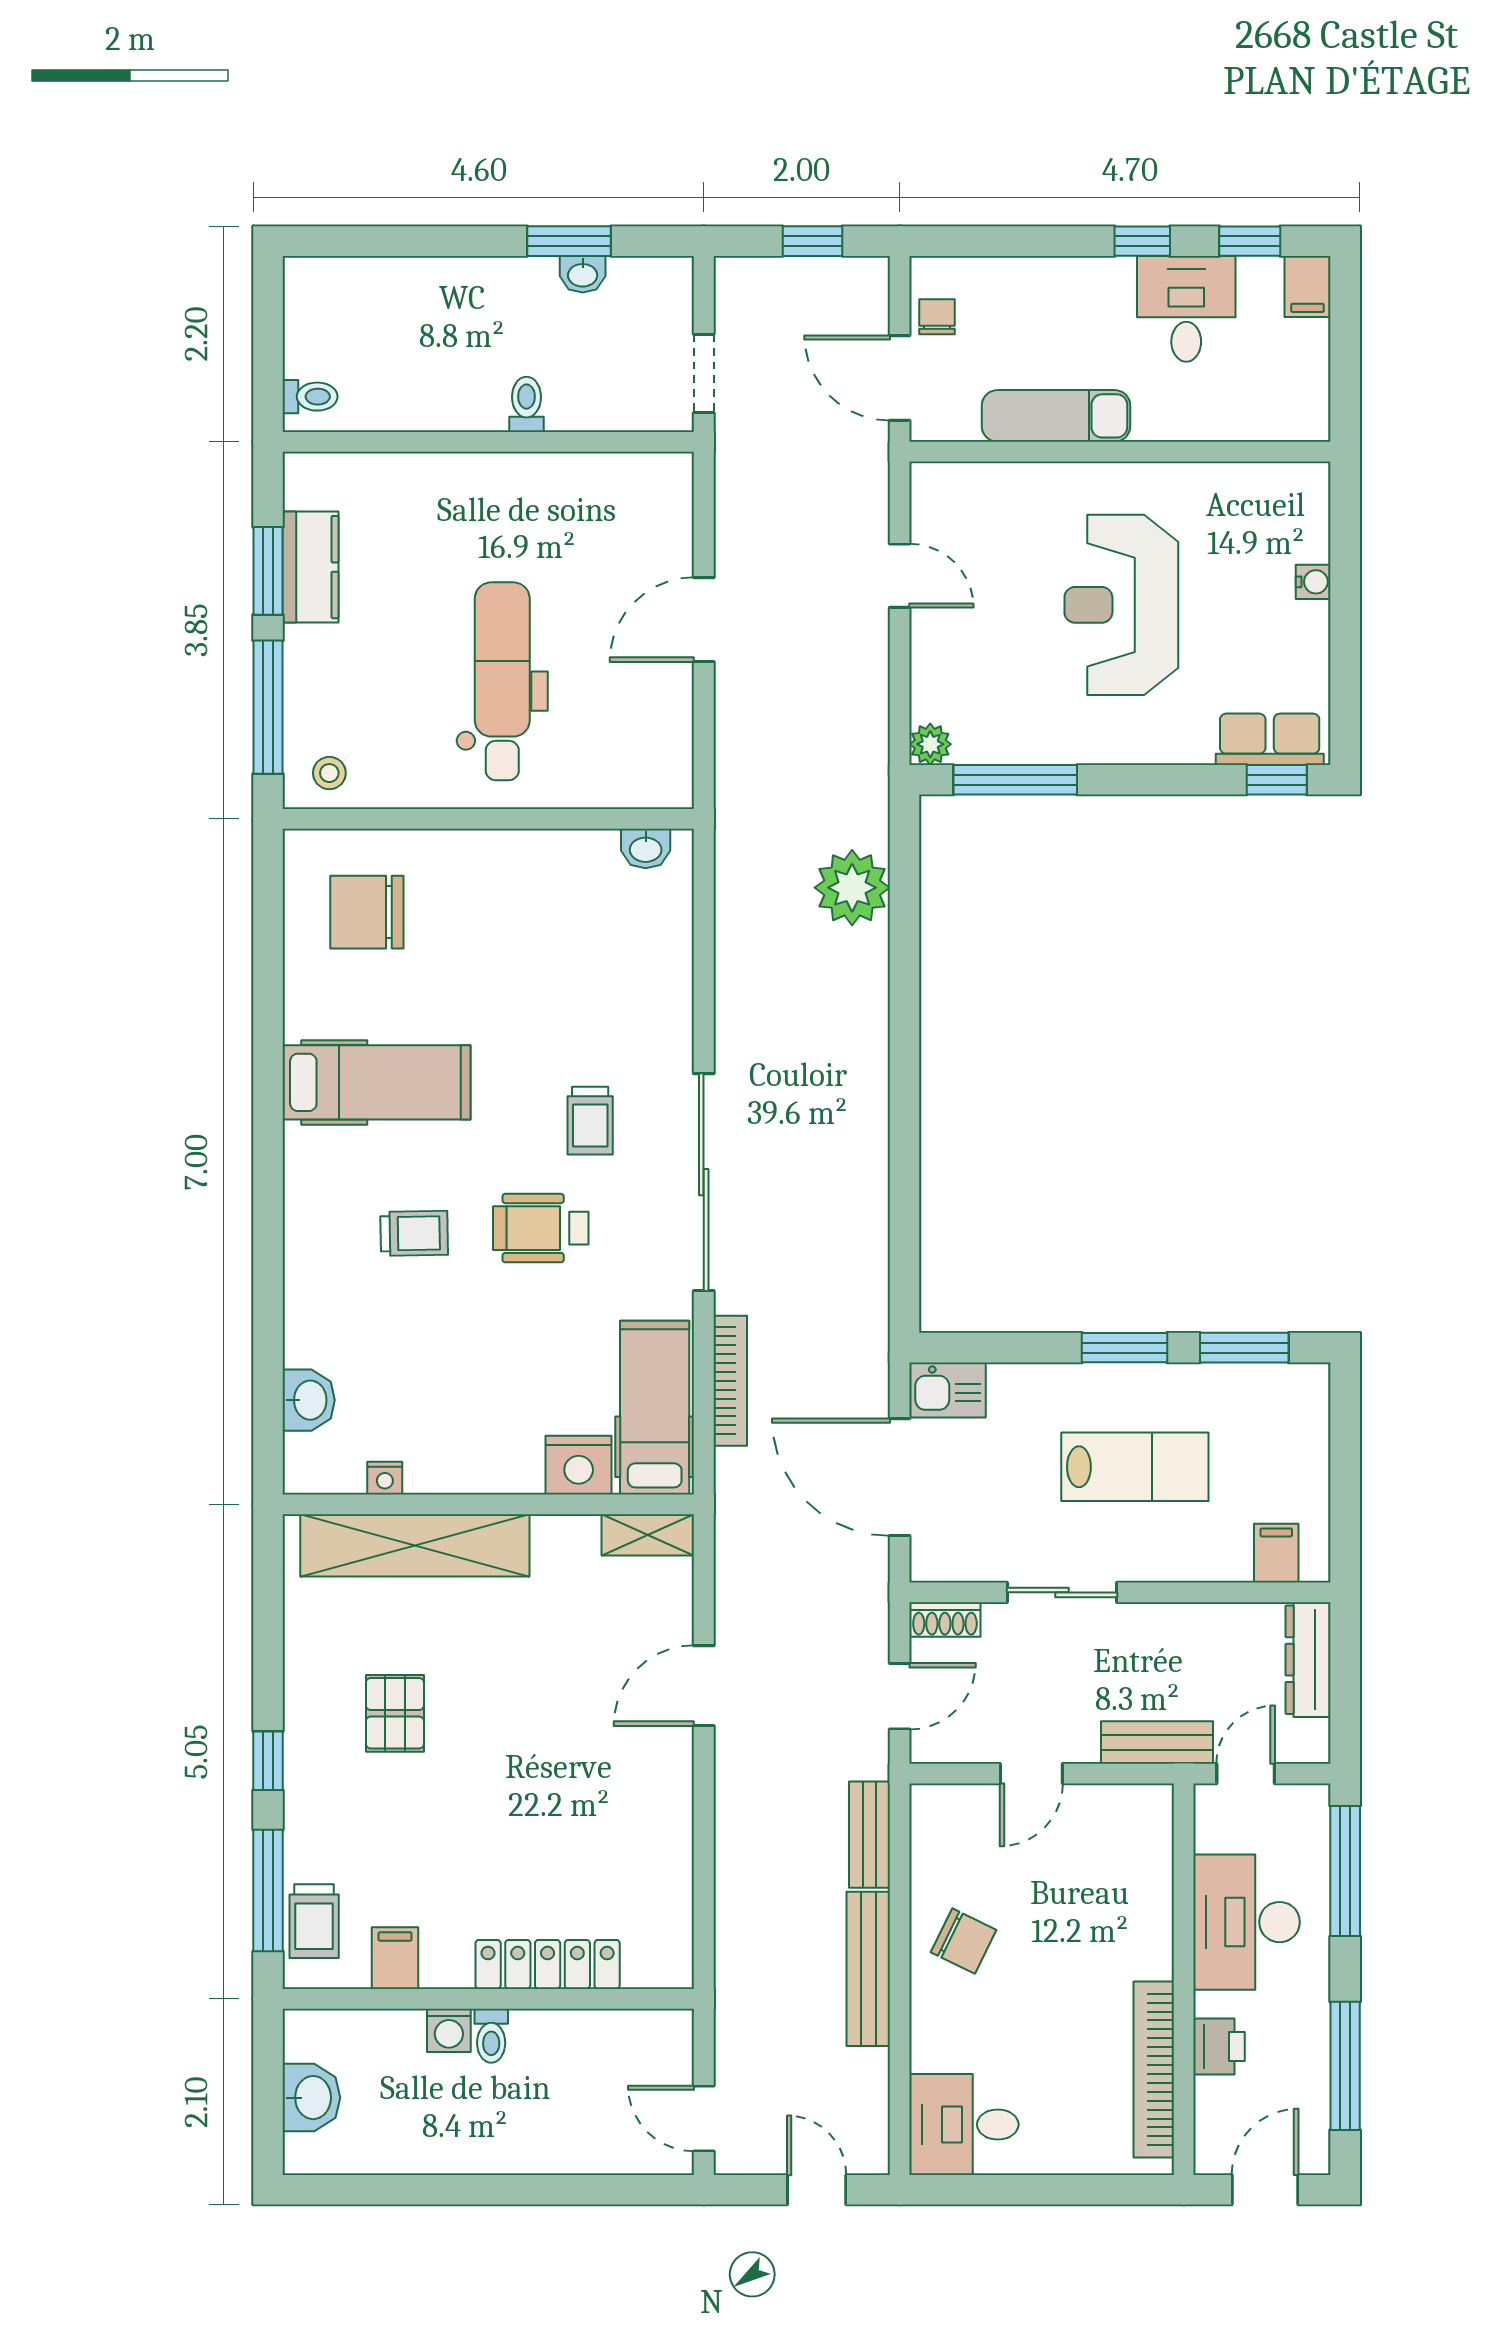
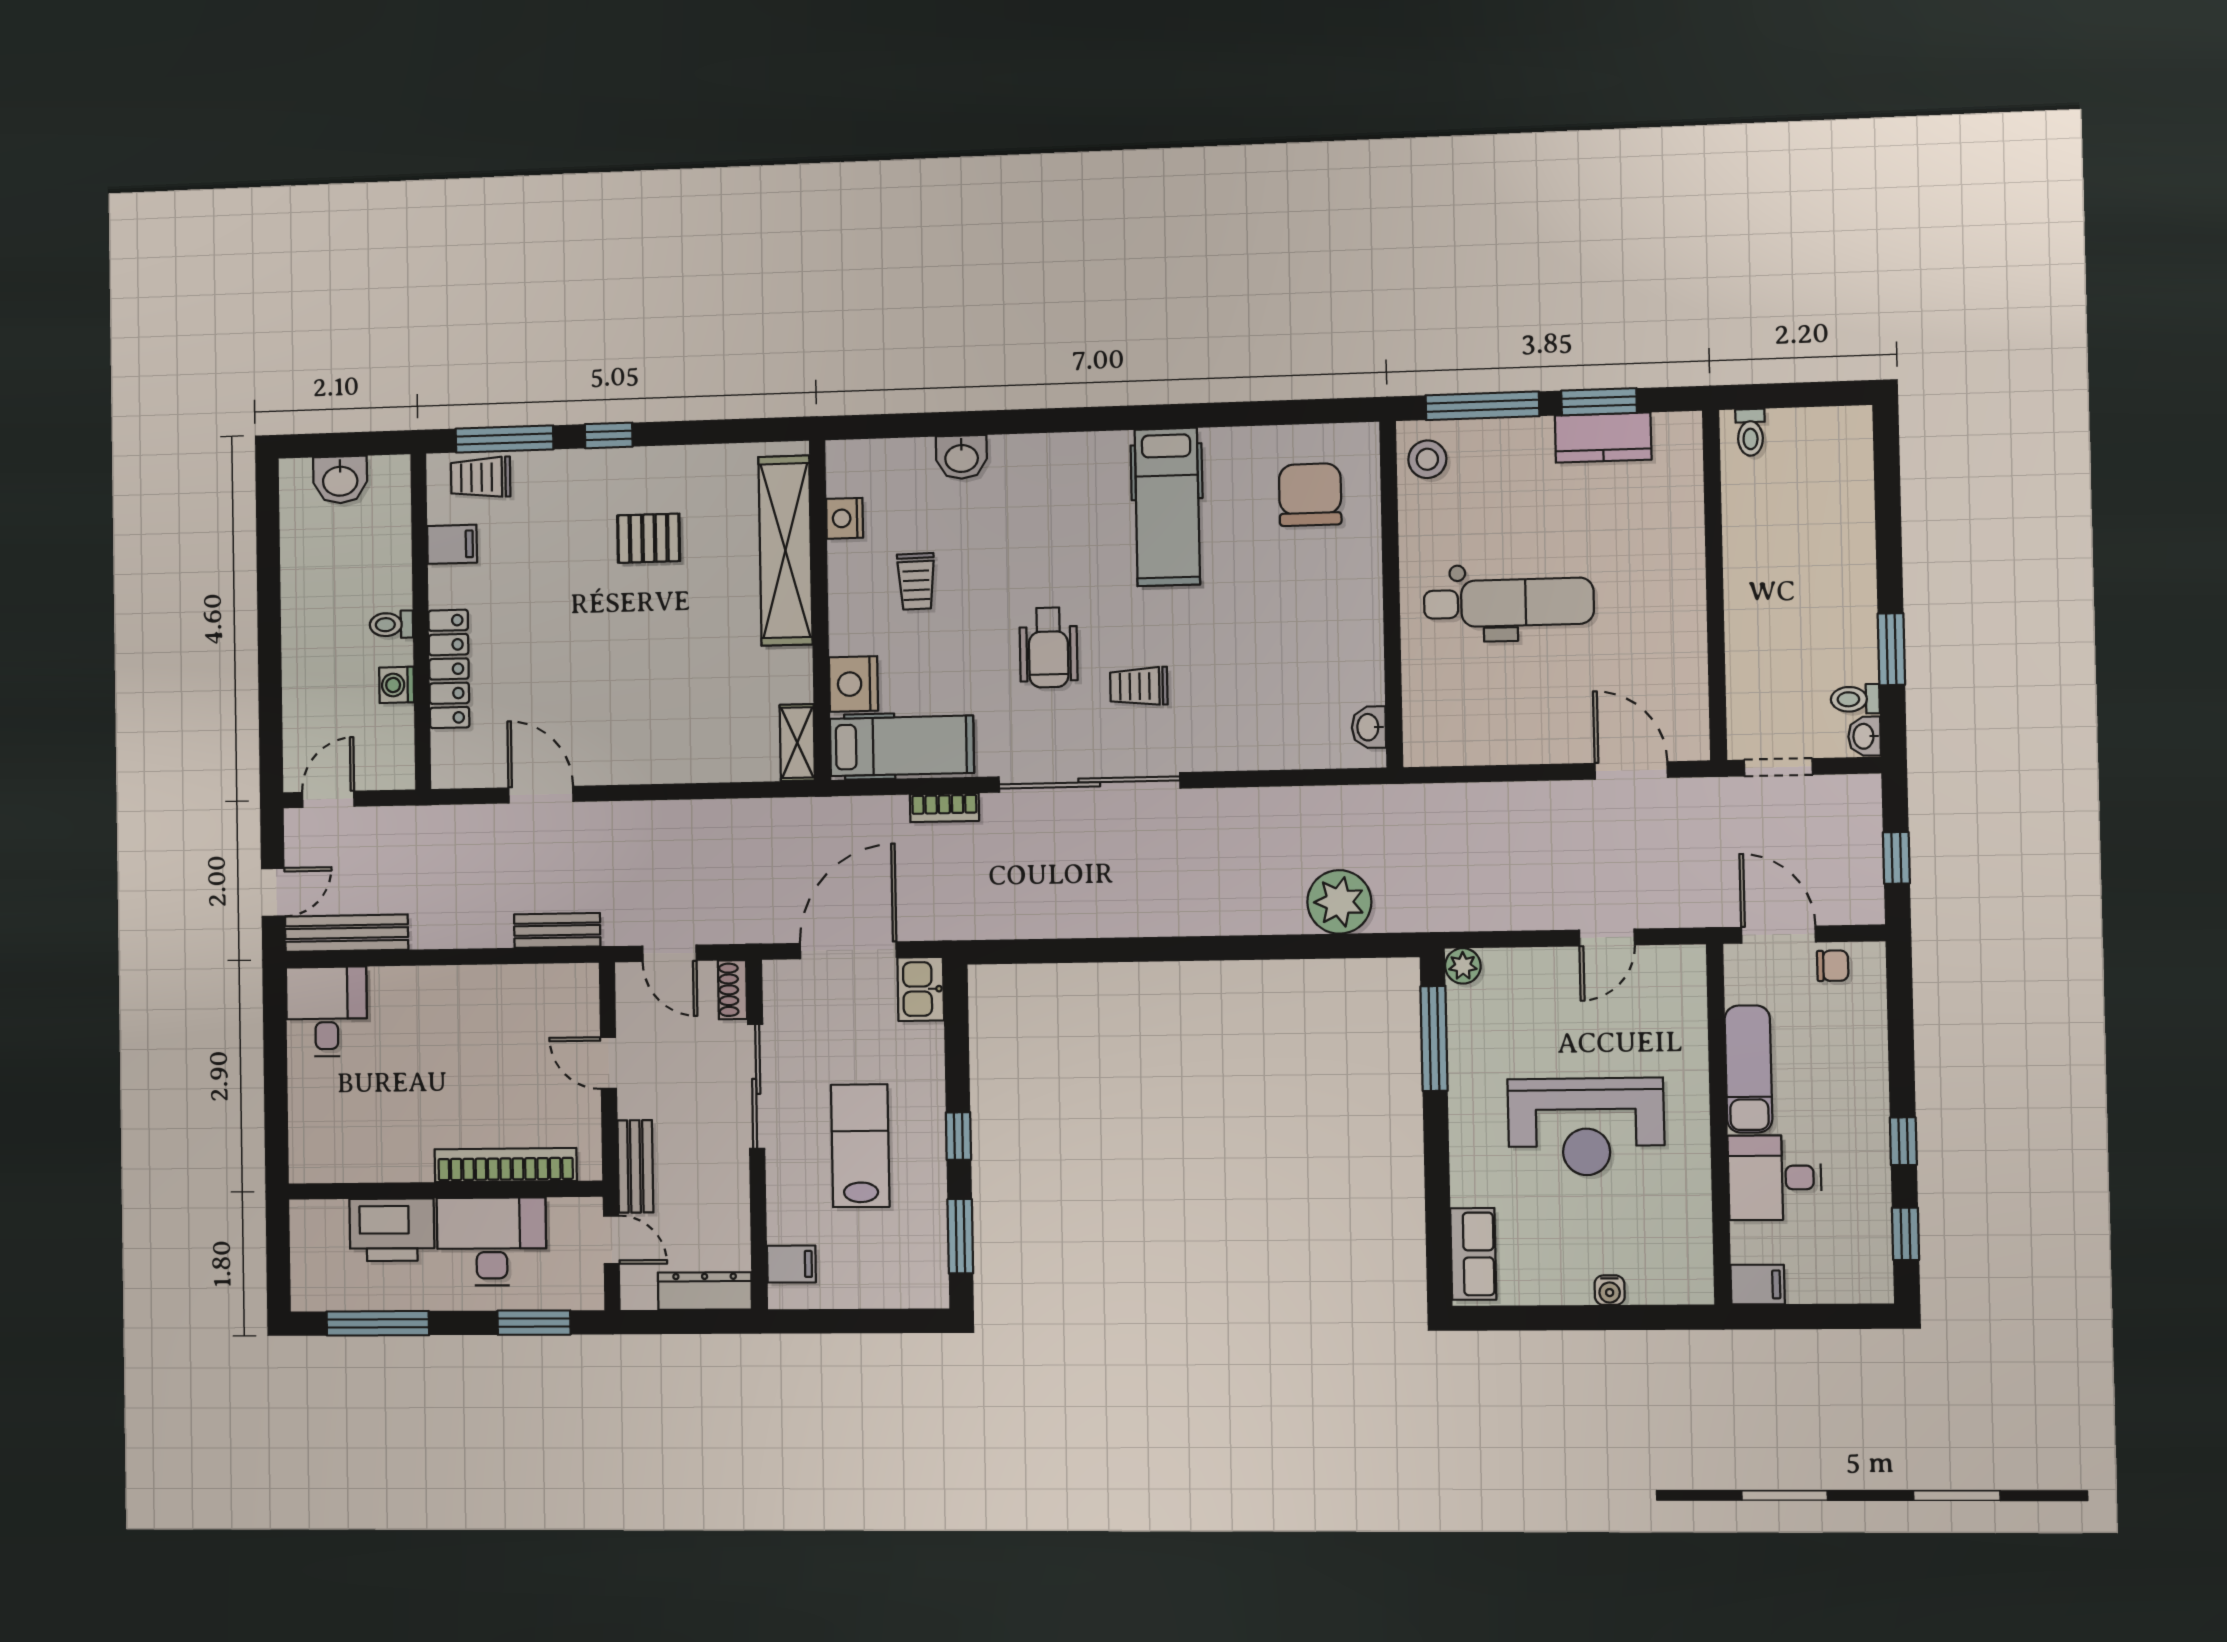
washbasin: (583, 274) -> (1864, 736), moved
filing cabinet: (1307, 286) -> (1758, 1285), moved, turned 180
desk: (1186, 309) -> (1775, 1178), moved, turned 180
door: (900, 378) -> (1778, 935), hinge flipped
toilet: (526, 404) -> (1855, 699), moved, turned 180
reception desk: (1121, 605) -> (1586, 1127), turned 180
door: (704, 620) -> (1631, 770), moved
stool: (329, 773) -> (1427, 459), width x1.37, depth x1.37
window: (1277, 780) -> (1439, 1260), removed
wheelchair: (541, 1228) -> (1048, 647), turned 180
trolley: (414, 1233) -> (916, 581), moved
window: (1125, 1348) -> (958, 1136), width x0.67
bookcase: (730, 1381) -> (944, 808), width x0.64
washbasin: (309, 1400) -> (962, 457), moved
lab bench: (1135, 1467) -> (860, 1146), turned 180
nightstand: (385, 1478) -> (845, 518), width x1.39, depth x1.35
sliding door: (1062, 1592) -> (756, 1086), width x1.37
door: (704, 1686) -> (541, 795), moved
window: (1345, 1871) -> (534, 1323), width x0.69
chair: (964, 1941) -> (473, 1009), removed
bench: (868, 1969) -> (347, 933), moved
washing machine: (449, 2030) -> (397, 685), moved
printer: (1219, 2046) -> (392, 1230), width x1.87, depth x1.48
bookcase: (1154, 2069) -> (506, 1165), moved
door: (1265, 2190) -> (278, 1258), removed

